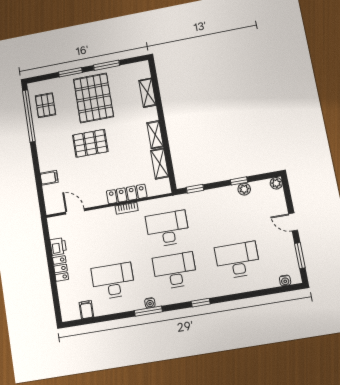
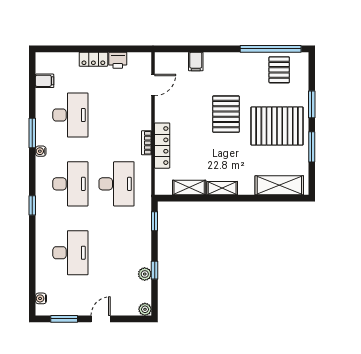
shelving: (147, 93) -> (279, 185), width x1.50, depth x1.33
pallet: (45, 105) -> (279, 70), turned 90
window: (148, 311) -> (32, 133), moved

